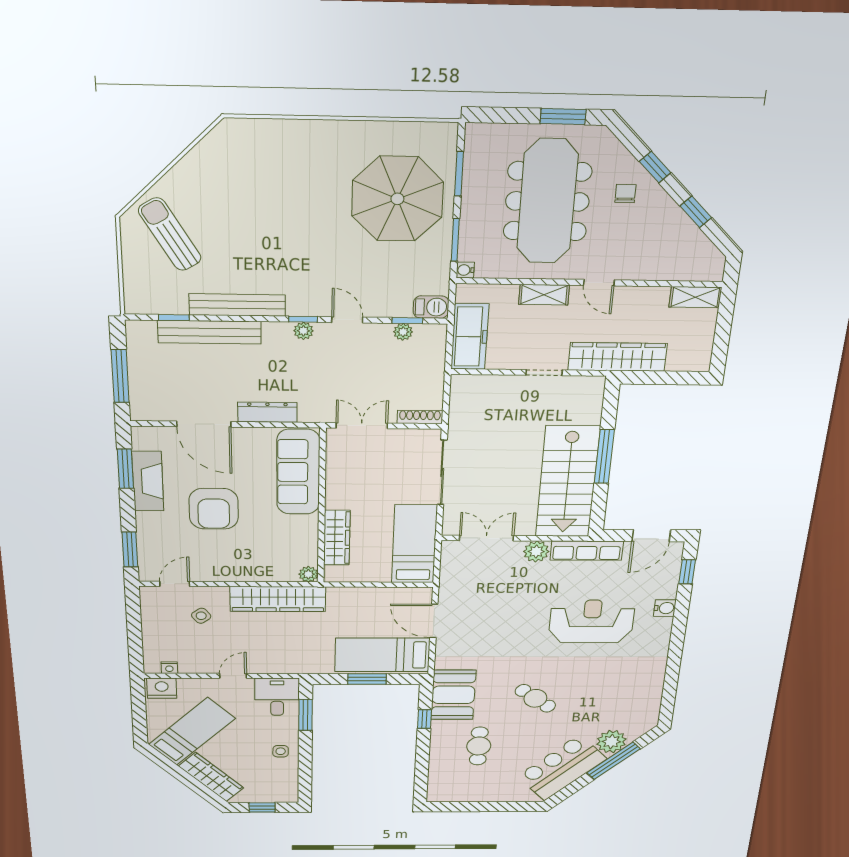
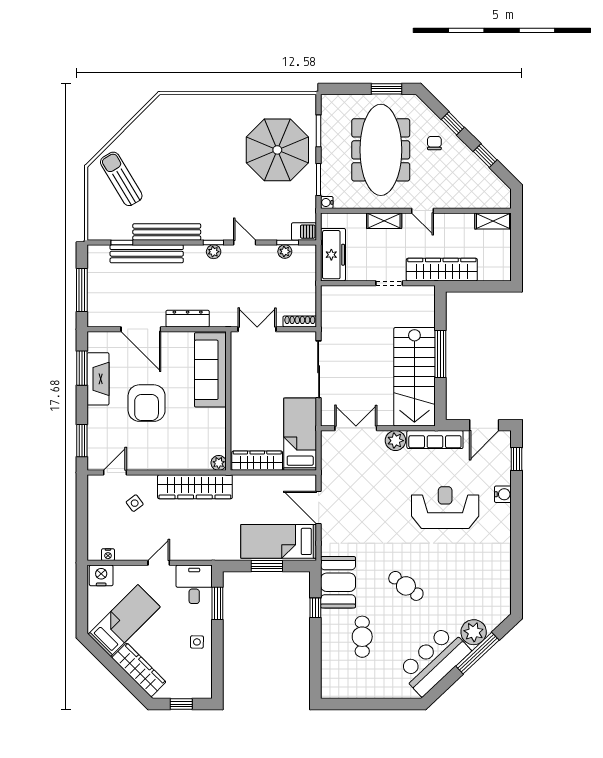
wardrobe: (337, 538) -> (257, 461), moved, turned -90

